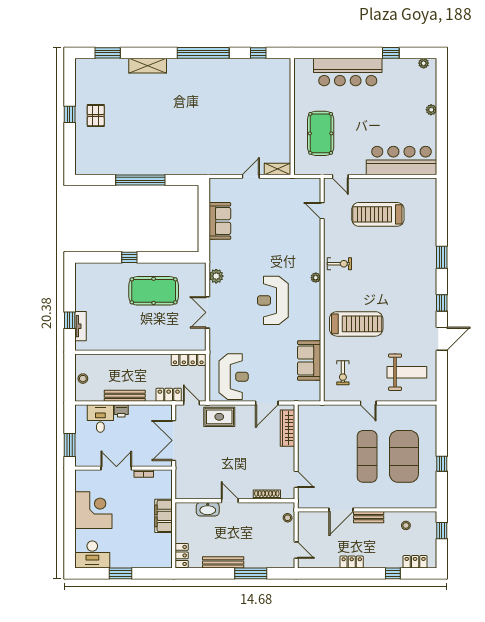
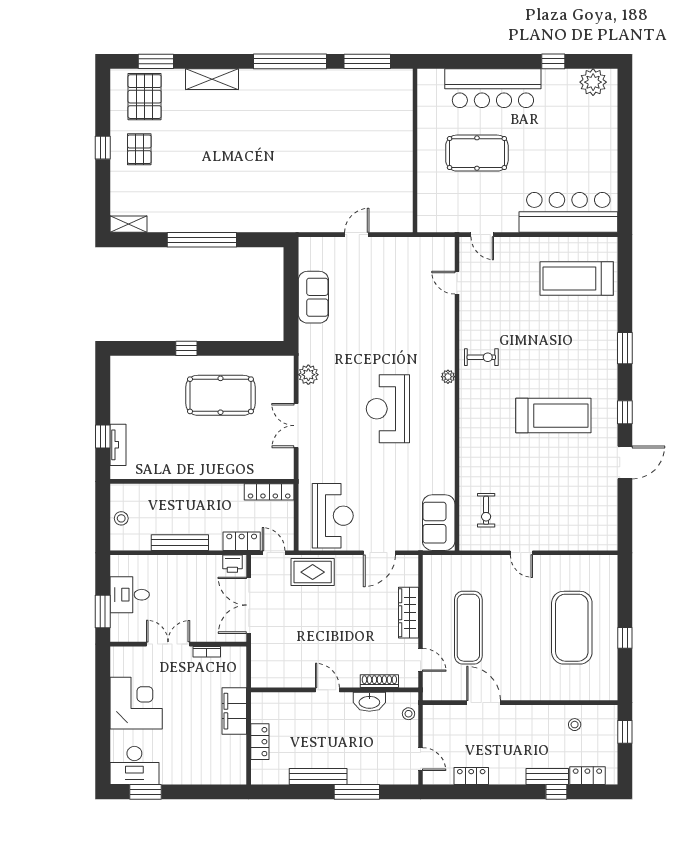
window: (258, 53) -> (367, 61), width x2.17
plant: (424, 63) -> (593, 82), width x1.87, depth x1.87
pallet: (100, 78) -> (145, 97), added
plant: (431, 110) -> (610, 141), removed
pool table: (321, 133) -> (477, 153), moved, turned 90
shelving: (278, 169) -> (128, 224), moved
treadmill: (378, 214) -> (577, 278), moved
treadmill: (356, 324) -> (553, 416), moved
sofa: (309, 361) -> (439, 523), moved
weight bench: (407, 372) -> (576, 509), removed
printer: (121, 411) -> (232, 564), moved
desk: (100, 419) -> (130, 595), moved, turned -90
wardrobe: (288, 428) -> (408, 613), moved
exercise mat: (367, 456) -> (468, 628), moved
washbasin: (208, 509) -> (369, 702), moved
door: (341, 510) -> (484, 703), swing flipped
bench: (369, 517) -> (547, 776), moved
locker: (182, 555) -> (260, 742), moved
locker: (352, 562) -> (471, 776), moved
window: (121, 573) -> (145, 792), moved

